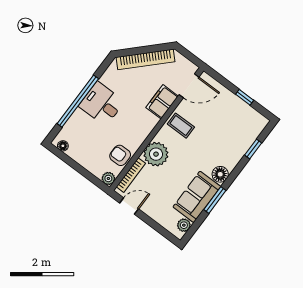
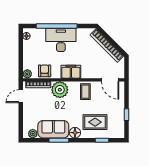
filing cabinet: (162, 102) -> (71, 72), moved
desk: (102, 104) -> (61, 40), width x1.37
rug: (225, 141) -> (95, 122), added
door: (129, 206) -> (21, 96), swing flipped

